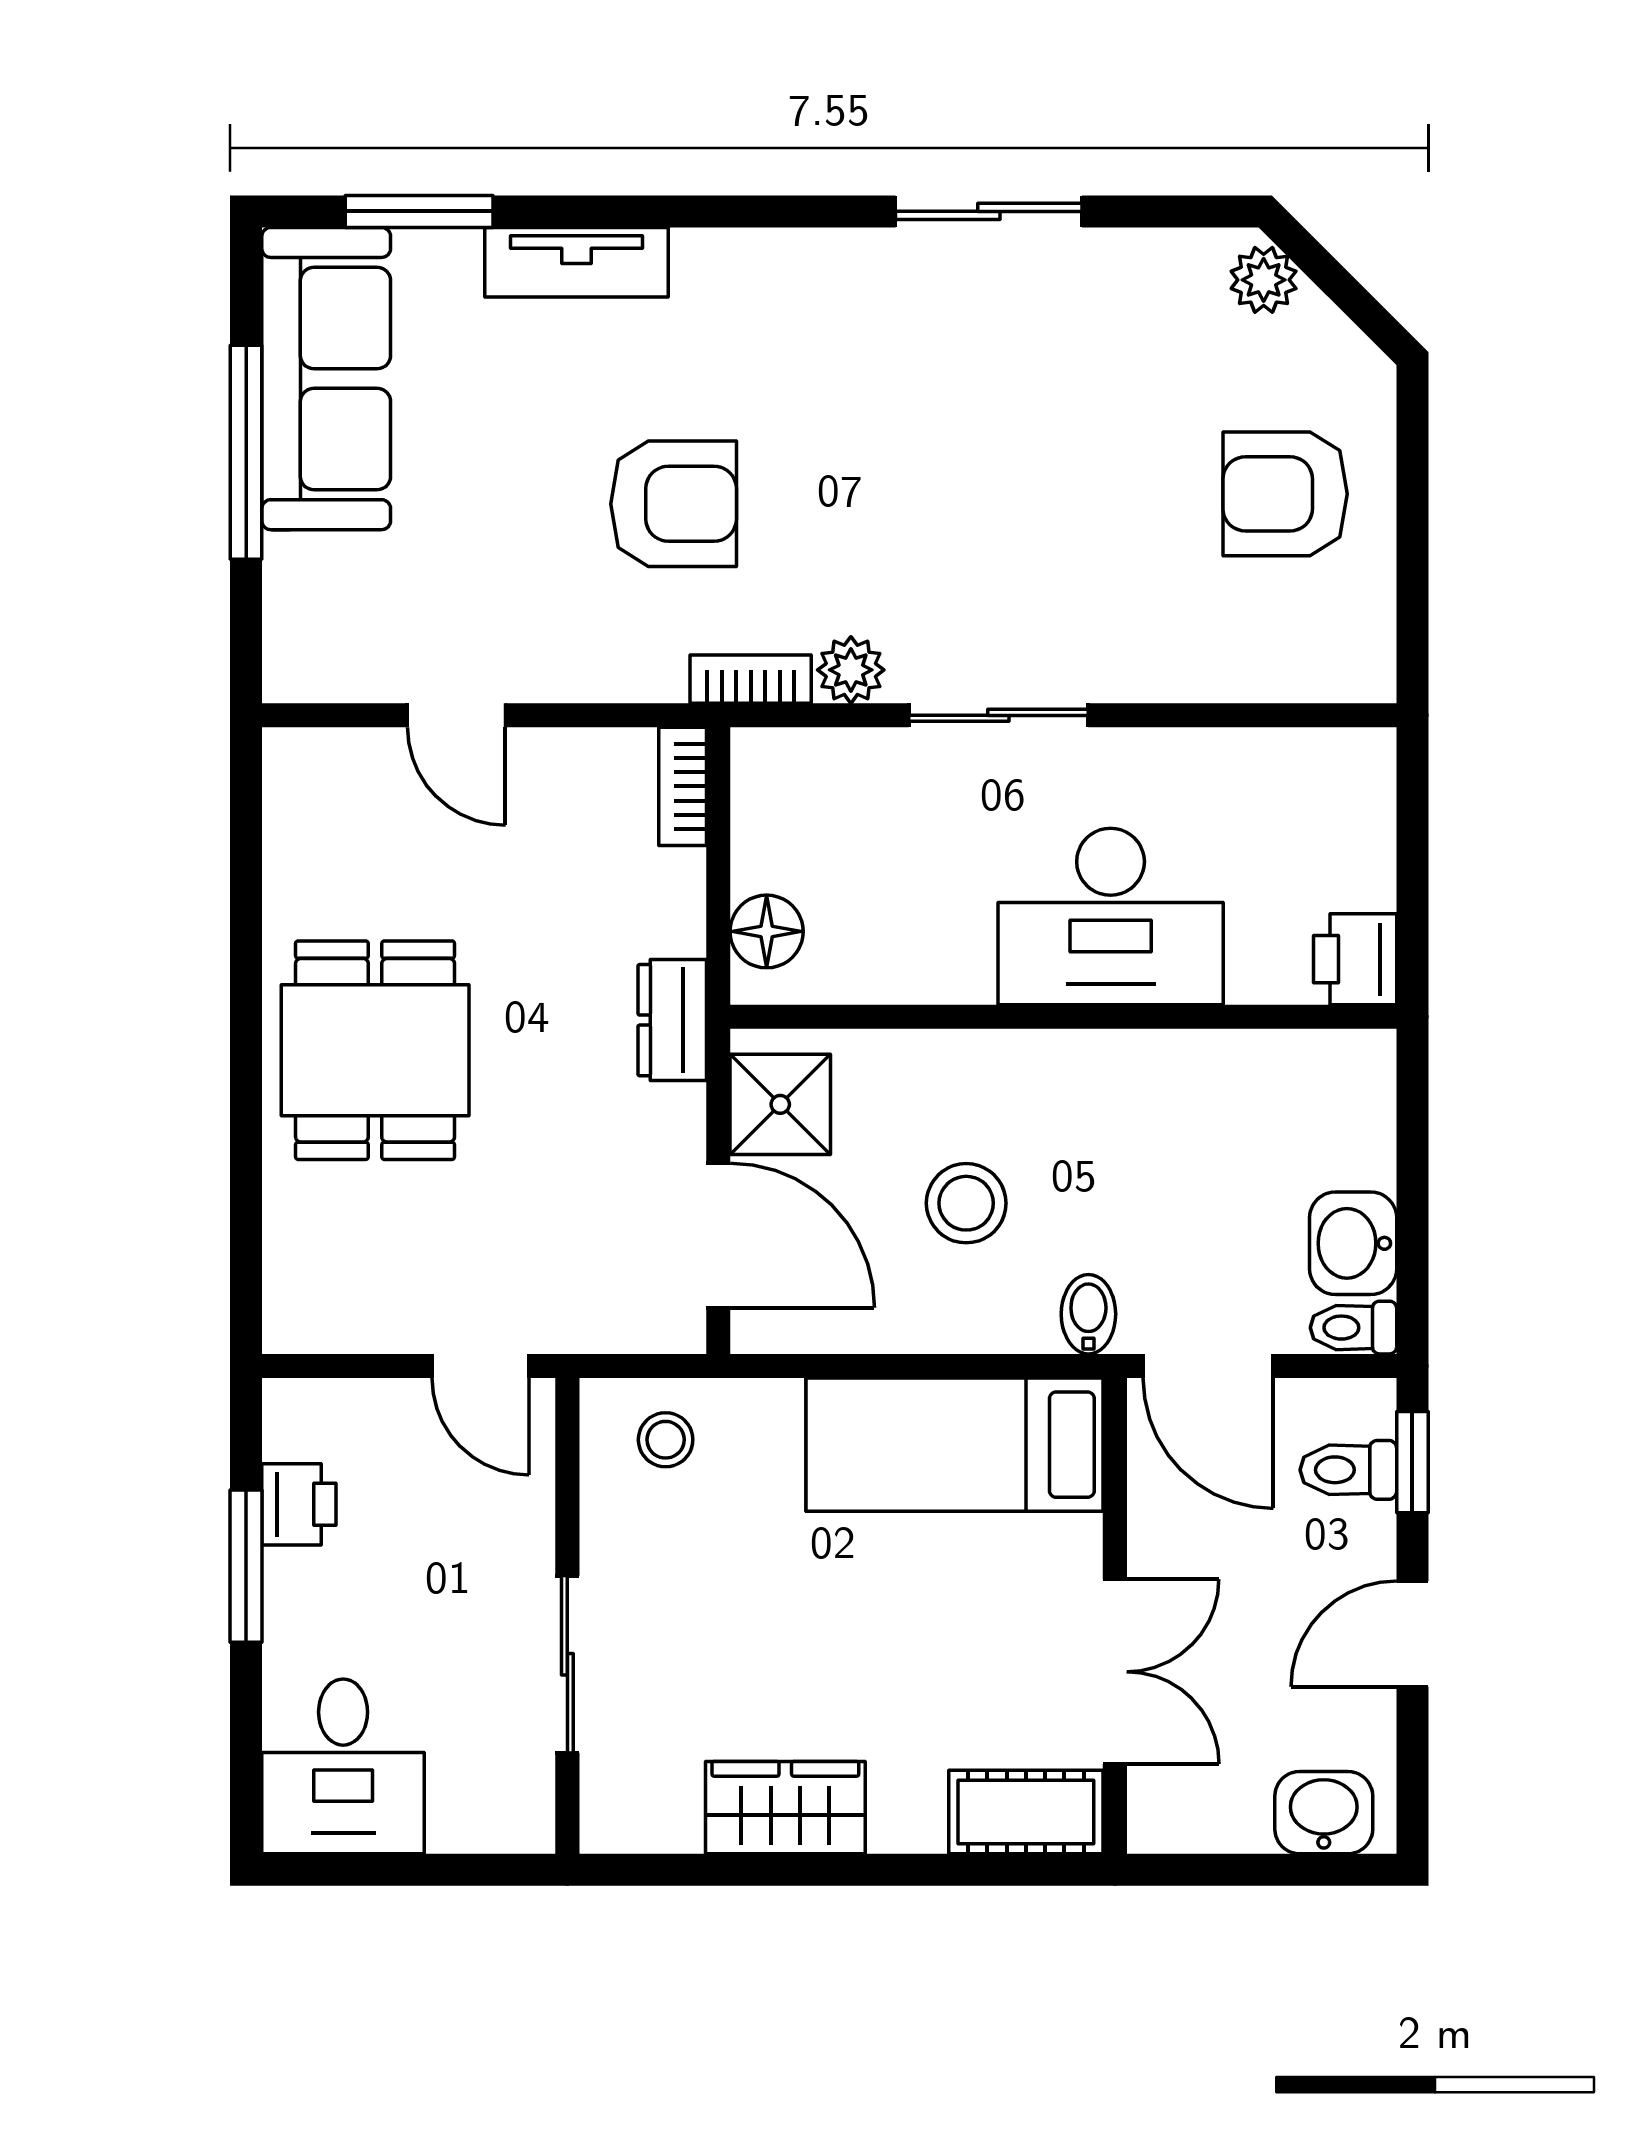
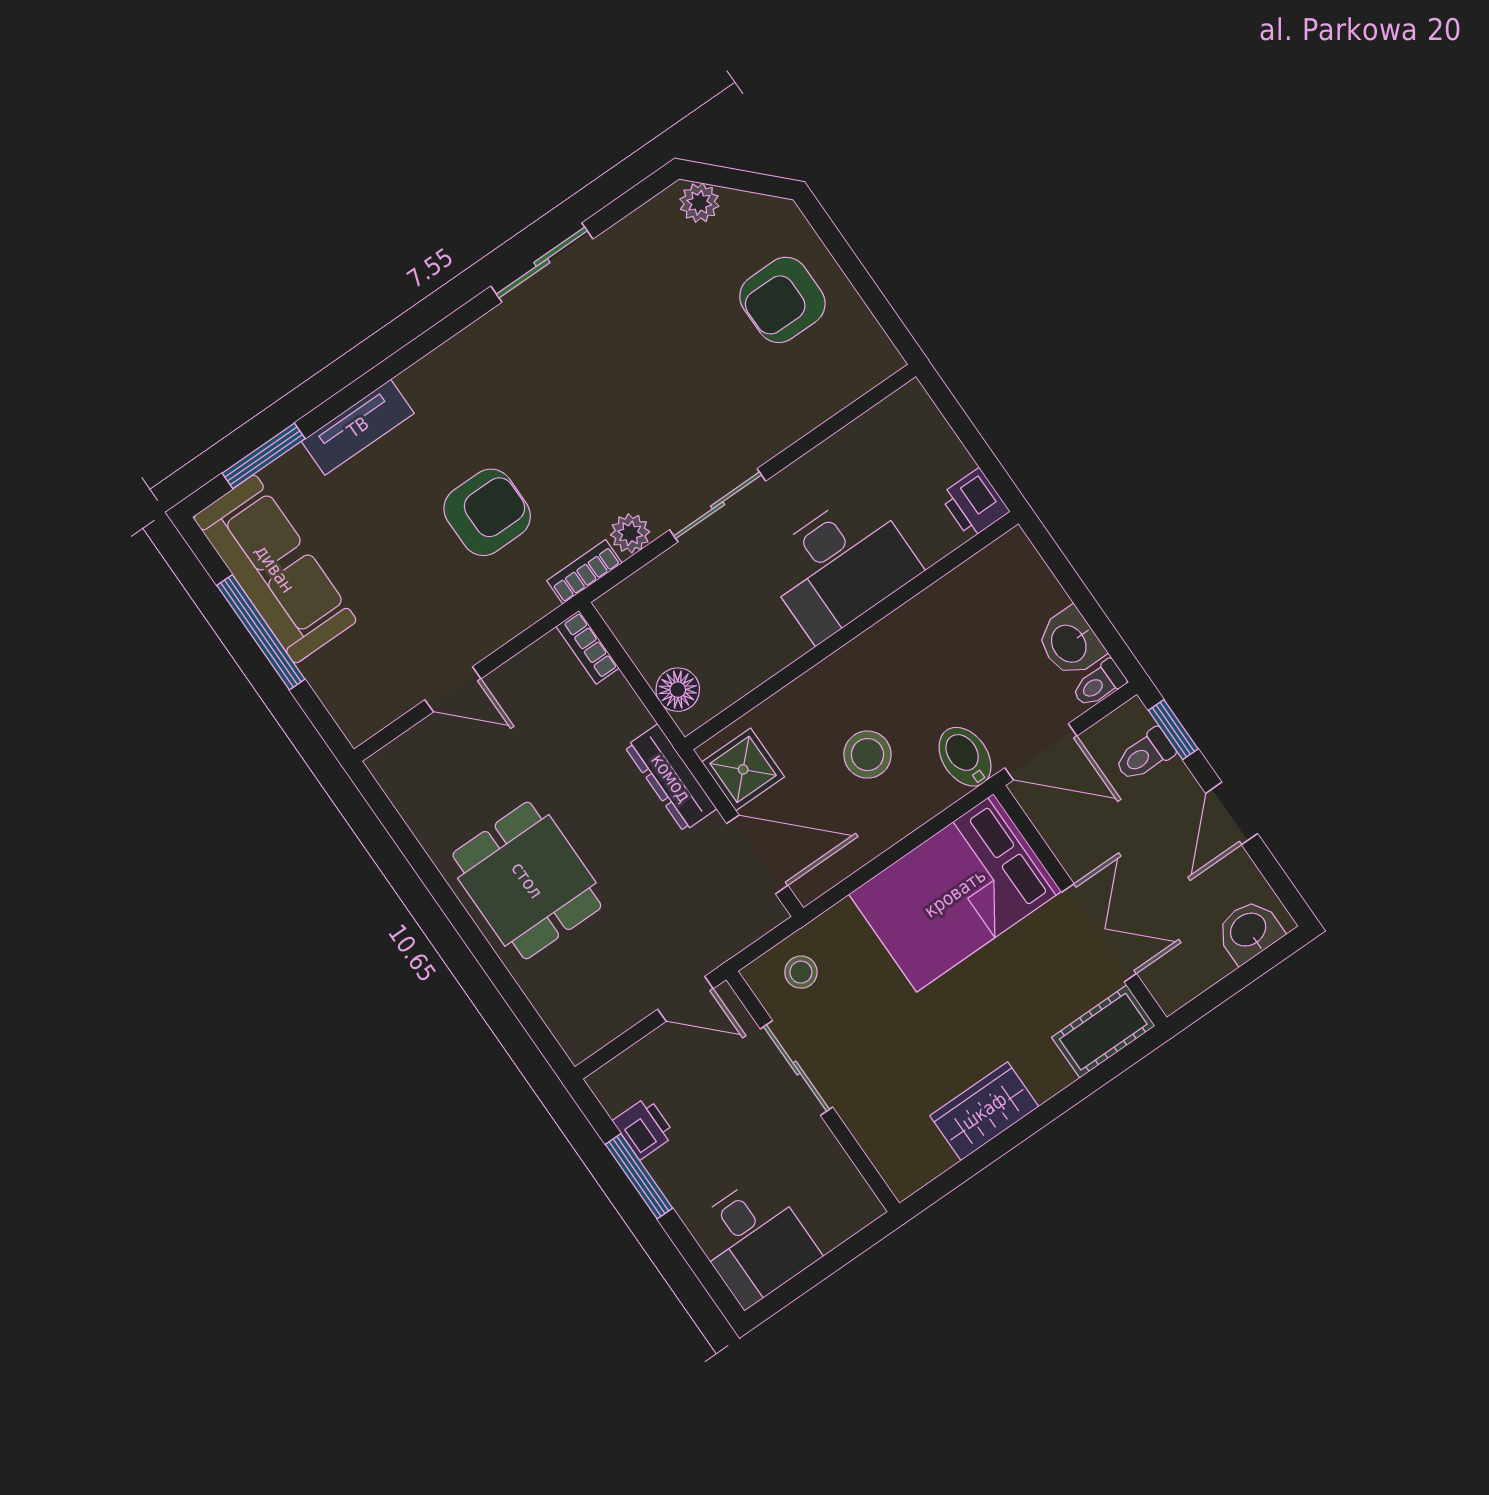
dresser: (672, 1020) -> (671, 778), width x1.44
bidet: (1088, 1314) -> (965, 757), width x1.38, depth x1.36
bed: (955, 1445) -> (955, 893), width x1.50
sliding door: (567, 1664) -> (796, 1068), moved

